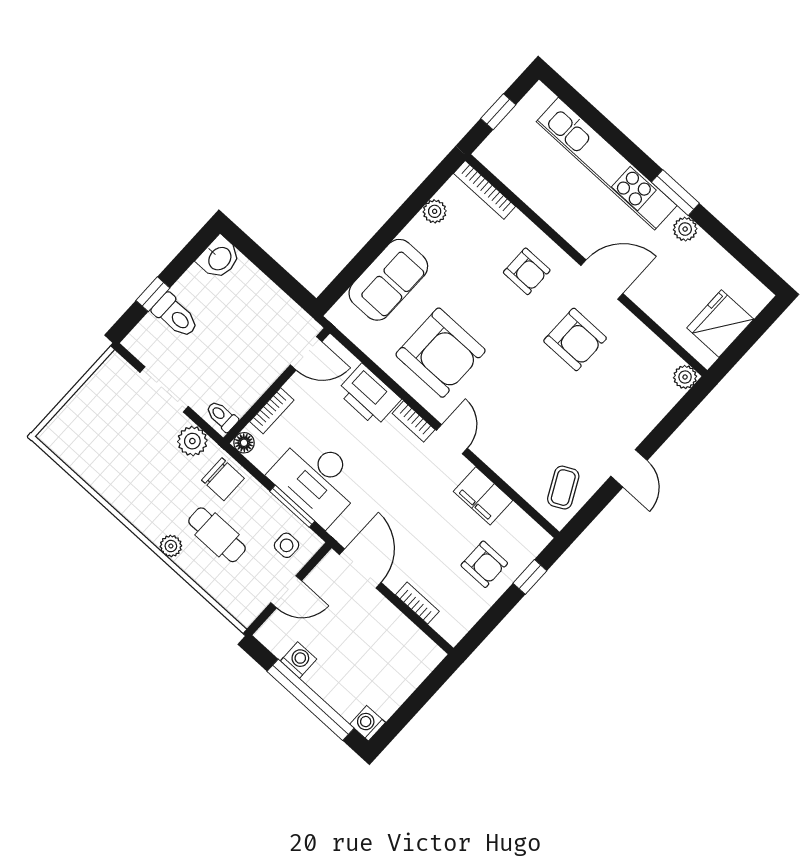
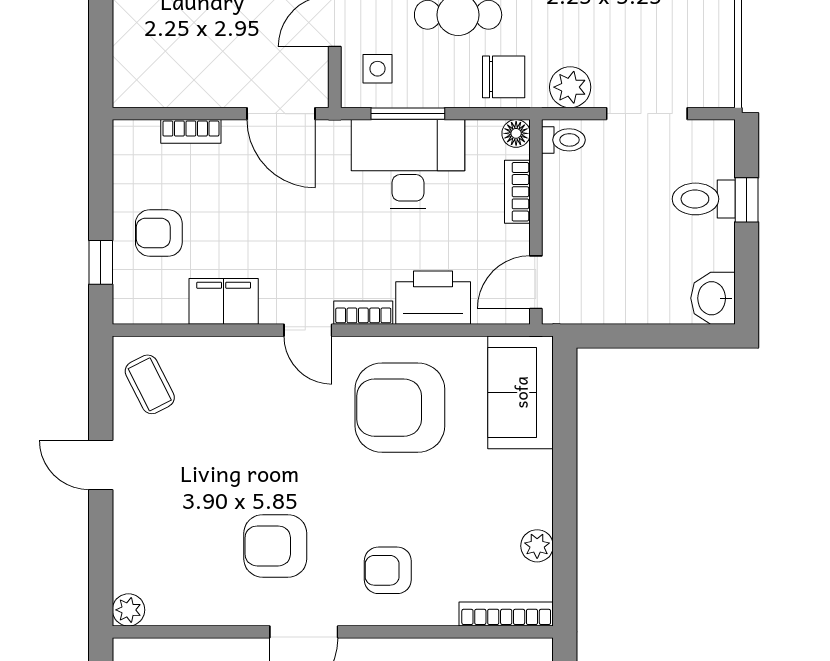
sofa: (388, 280) -> (521, 392), moved
chair: (223, 479) -> (504, 77), turned 180

